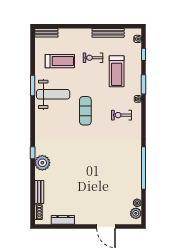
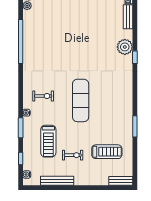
treadmill: (60, 61) -> (107, 152), turned 180
treadmill: (117, 71) -> (48, 141), turned 180
weight bench: (53, 94) -> (114, 117), removed
exercise mat: (85, 111) -> (81, 100), width x1.36, depth x1.45

